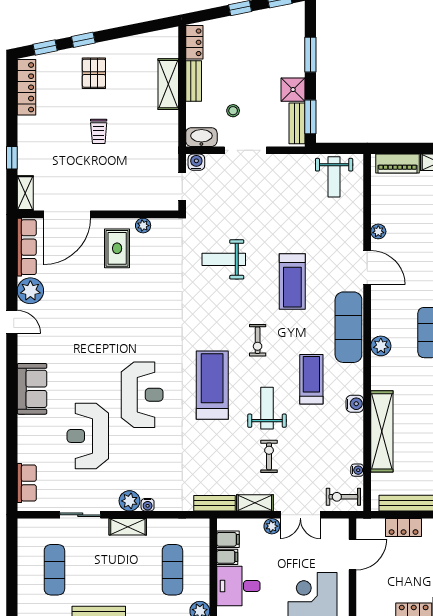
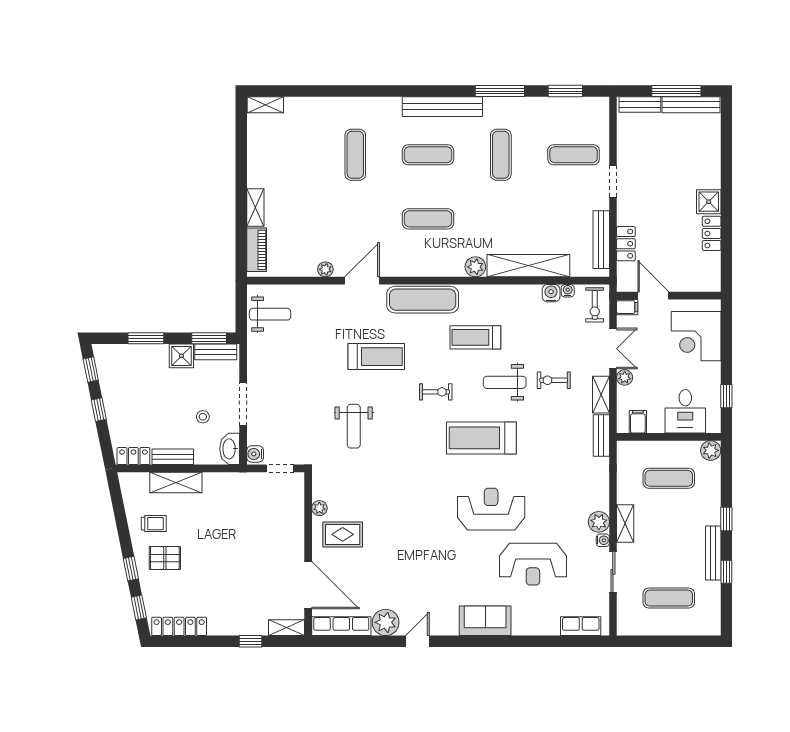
trolley: (99, 131) -> (154, 524), moved
plant: (381, 346) -> (475, 267), moved
water cooler: (355, 404) -> (551, 293), moved
water cooler: (148, 505) -> (603, 540), moved
filing cabinet: (227, 557) -> (627, 307), moved, turned 90

